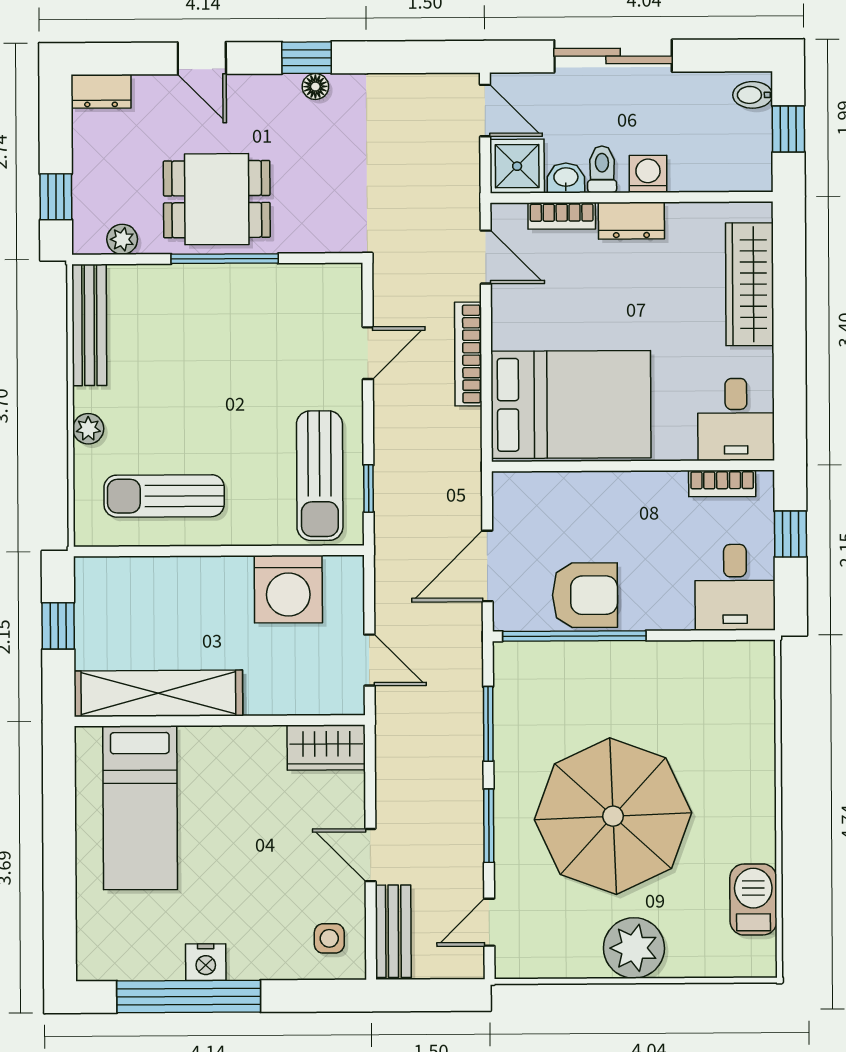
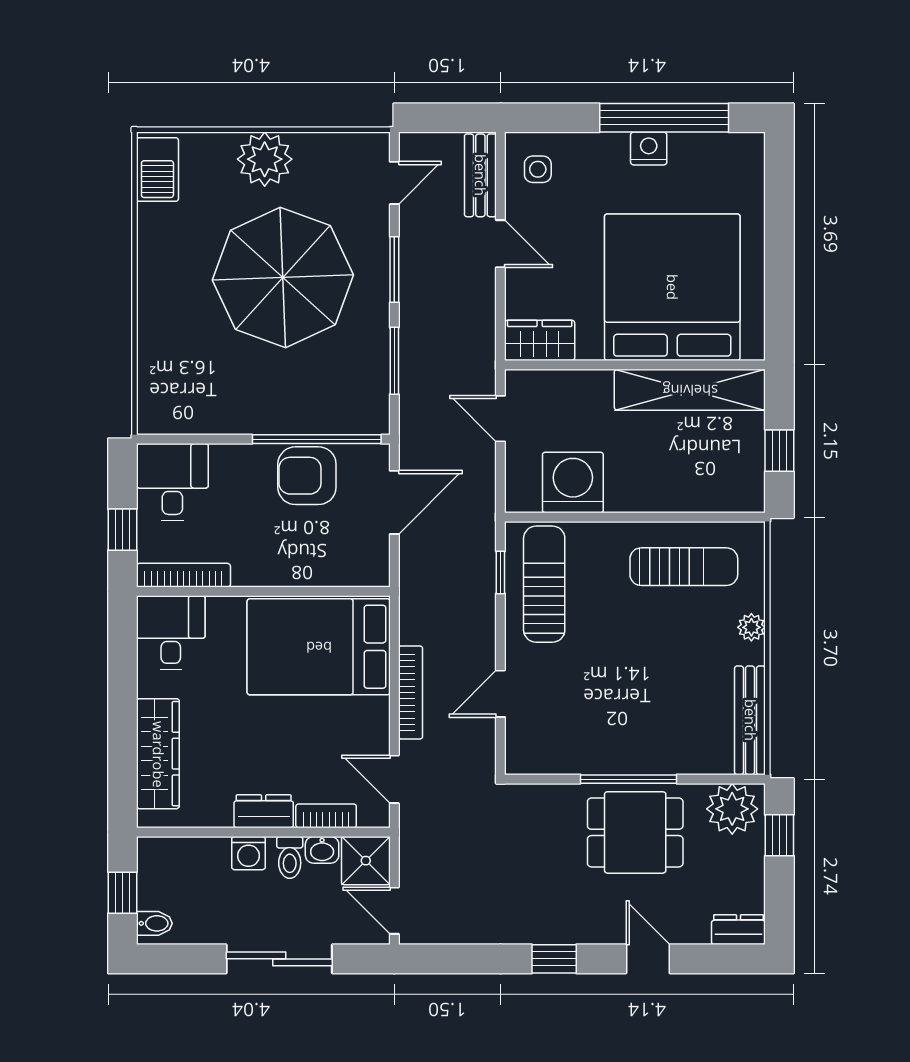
floor lamp: (315, 87) -> (546, 933), removed
plant: (122, 239) -> (732, 809), width x1.88, depth x1.88
bookcase: (722, 483) -> (183, 575), width x1.56
bed: (140, 808) -> (672, 287), width x2.04
barbecue: (753, 899) -> (157, 170), moved

